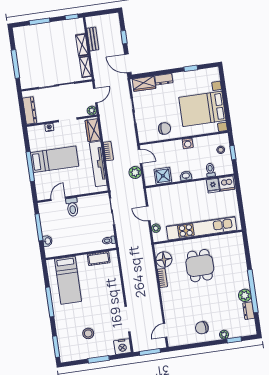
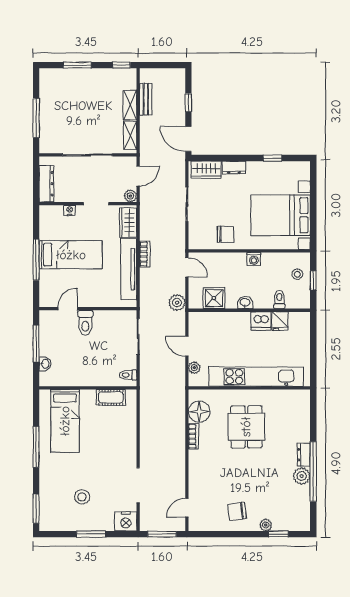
plant: (135, 172) -> (177, 303), moved
dishwasher: (227, 184) -> (261, 321), moved
dresser: (249, 311) -> (304, 455), moved

